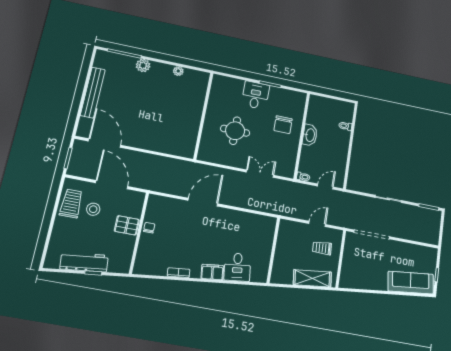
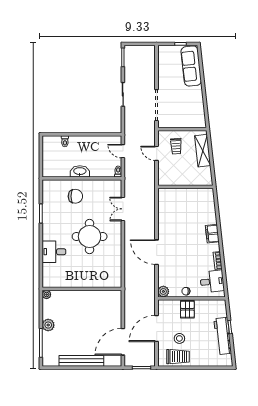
desk: (255, 95) -> (54, 252), moved
wall: (203, 116) -> (82, 289), moved
round table: (235, 131) -> (90, 236), width x1.36, depth x1.36
plant: (154, 201) -> (163, 291), added
trolley: (71, 203) -> (178, 357), turned 180
desk: (237, 267) -> (212, 281), moved

